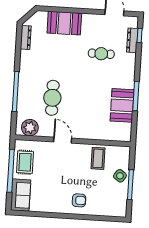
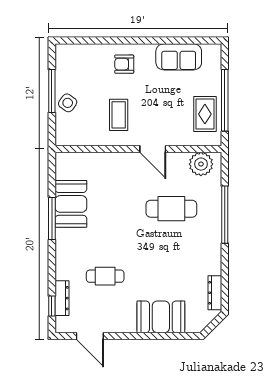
cafe table: (52, 98) -> (171, 209), turned 90
coffee table: (98, 158) -> (119, 115), moved
sofa: (21, 195) -> (179, 57), moved, turned -90

